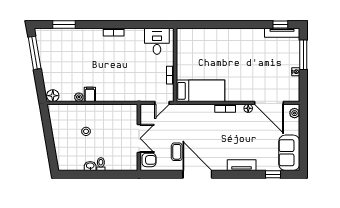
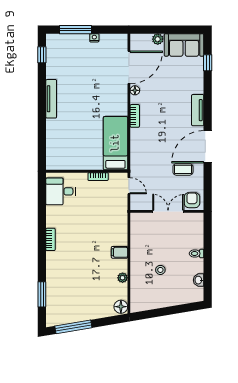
tv unit: (282, 33) -> (51, 99), moved
filing cabinet: (90, 94) -> (119, 252), moved
plant: (295, 113) -> (158, 39), moved
tv unit: (242, 165) -> (198, 110), moved
washbasin: (90, 166) -> (199, 280), moved

